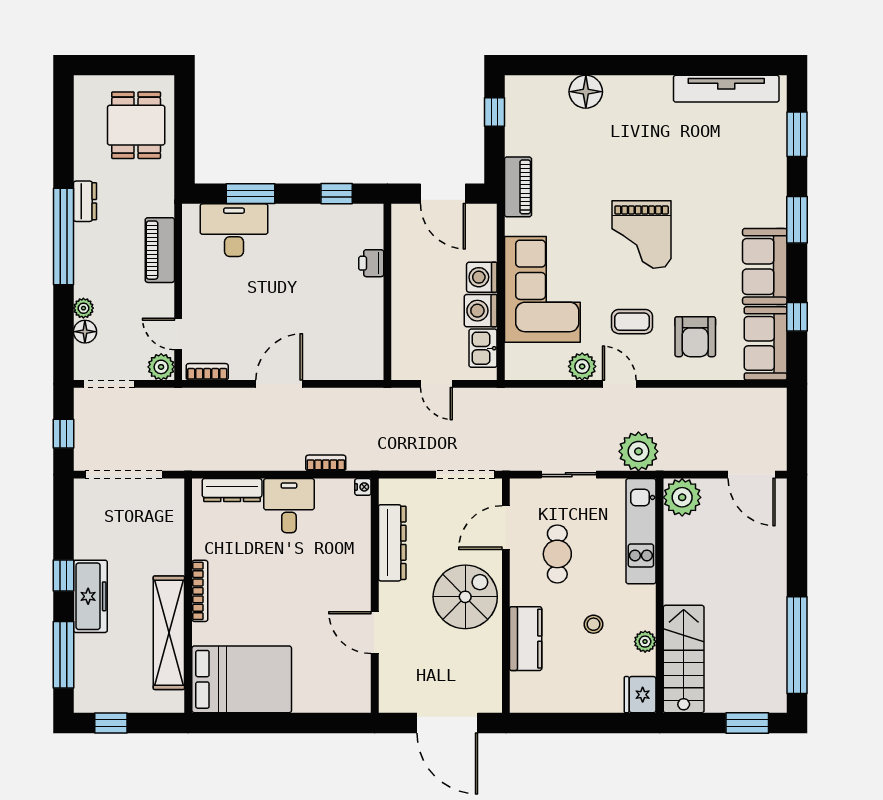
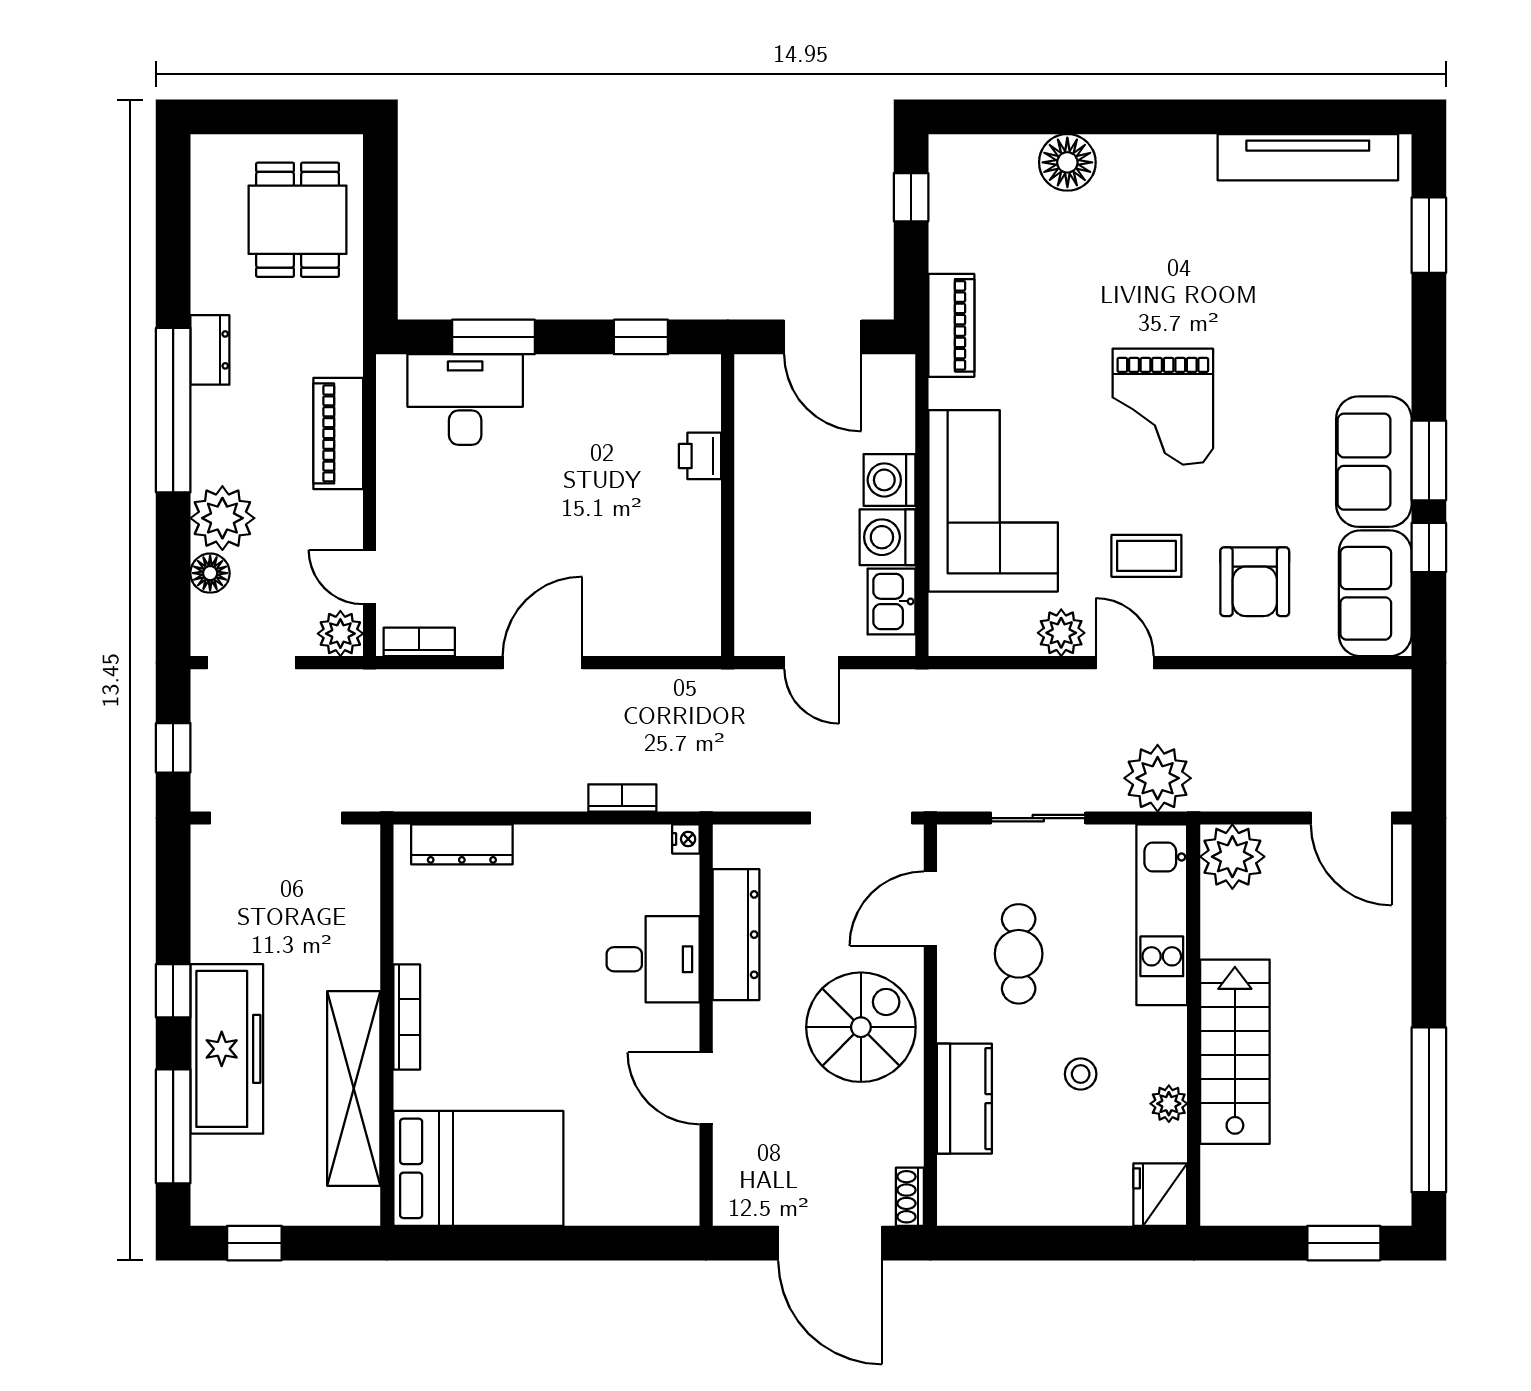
window: (797, 220) -> (1429, 460), moved
plant: (83, 308) -> (222, 518), width x1.88, depth x1.88
desk: (289, 506) -> (653, 959), moved, turned 90
freezer: (90, 596) -> (227, 1049), width x1.36, depth x1.26
stairs: (684, 659) -> (1235, 1052), moved
shoe rack: (494, 696) -> (910, 1197), added

